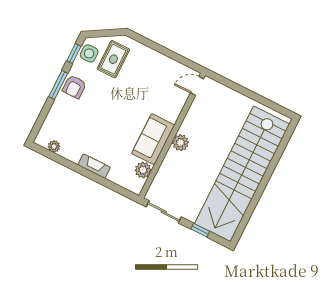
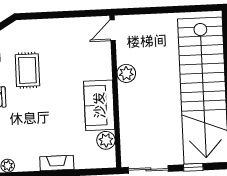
rug: (113, 59) -> (27, 70), moved
plant: (181, 143) -> (126, 73), moved

